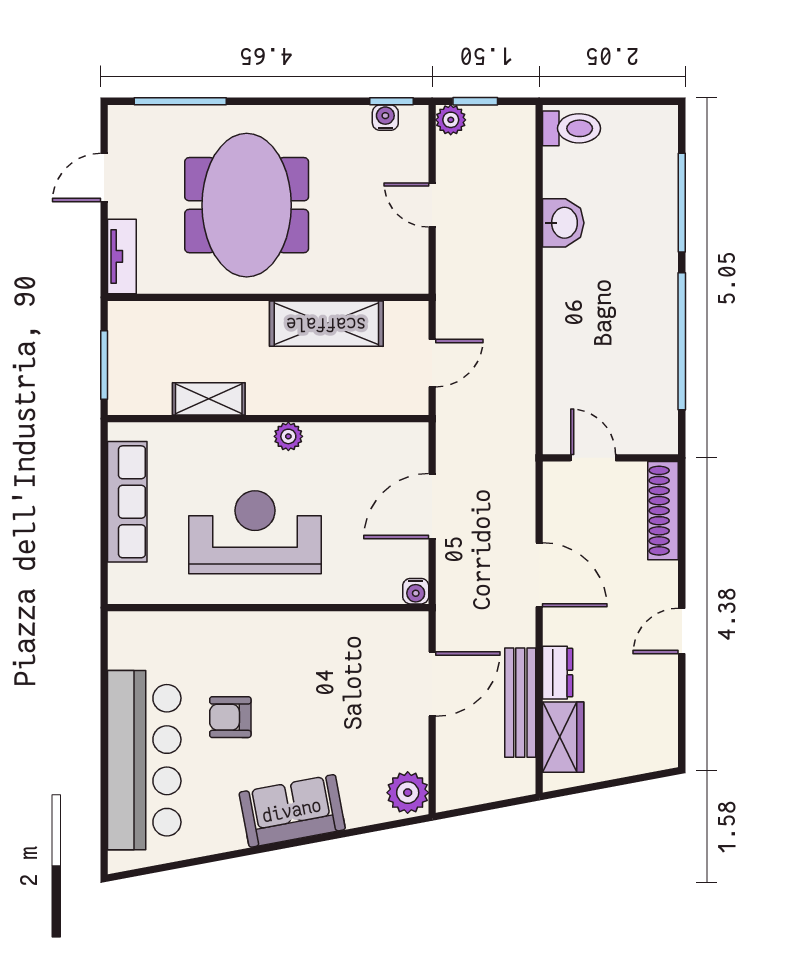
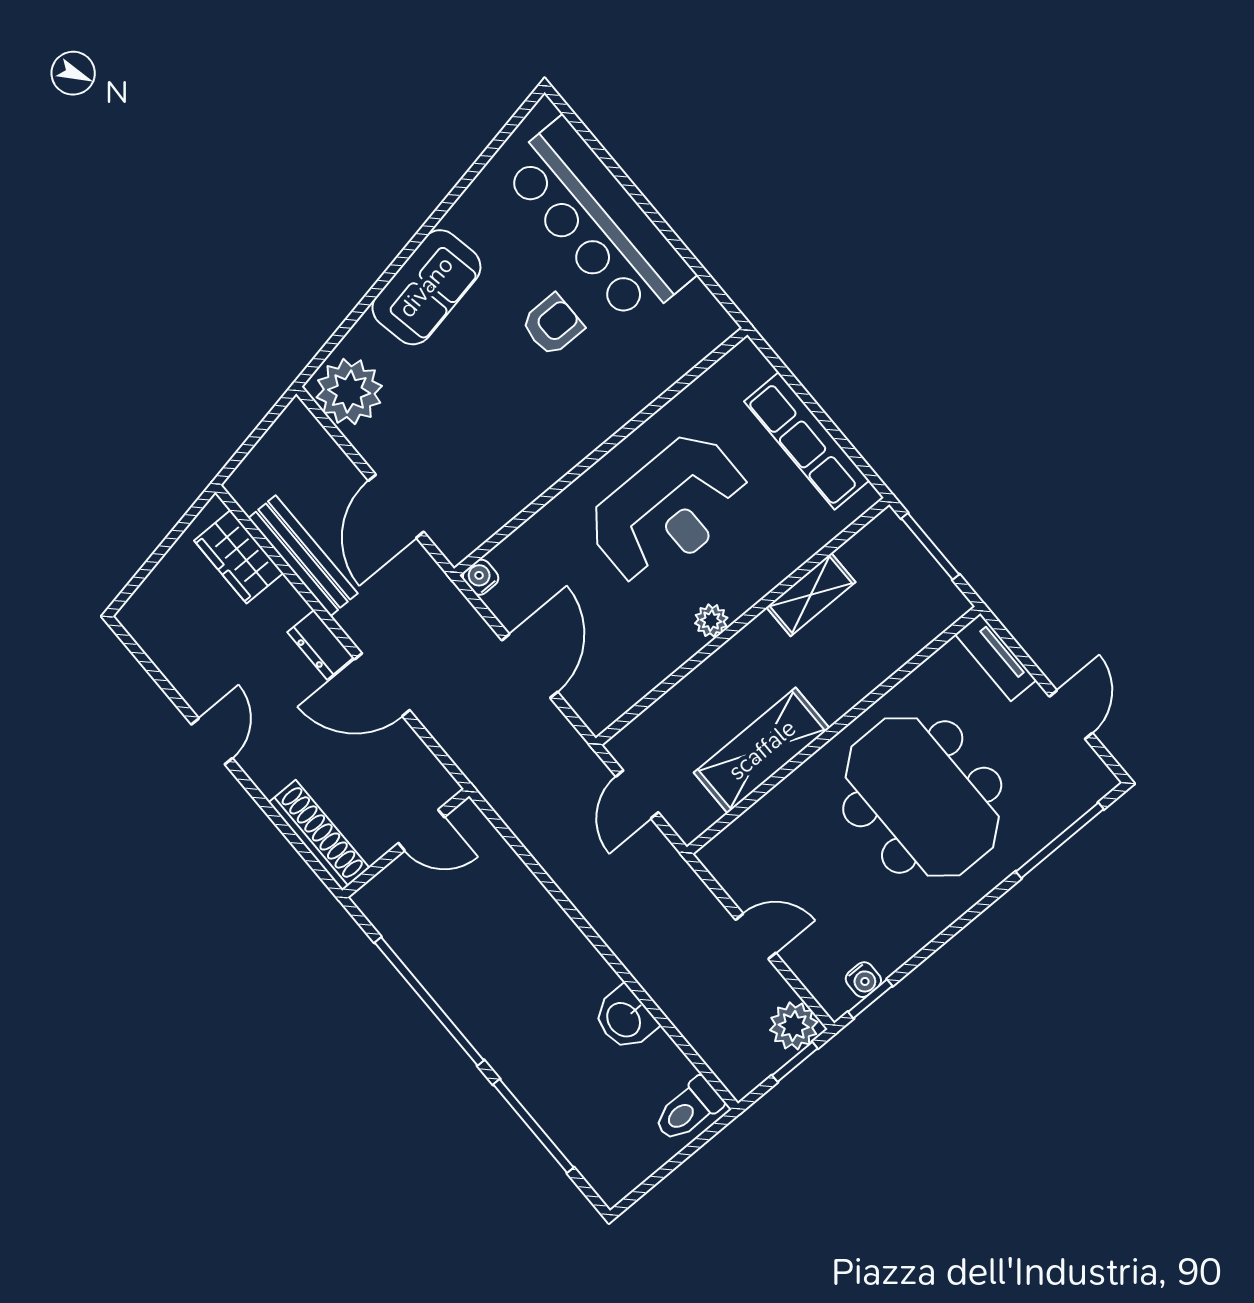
plant: (451, 120) -> (794, 1026), width x1.38, depth x1.38
dresser: (558, 673) -> (321, 645), moved
plant: (408, 793) -> (349, 392), width x1.36, depth x1.36

